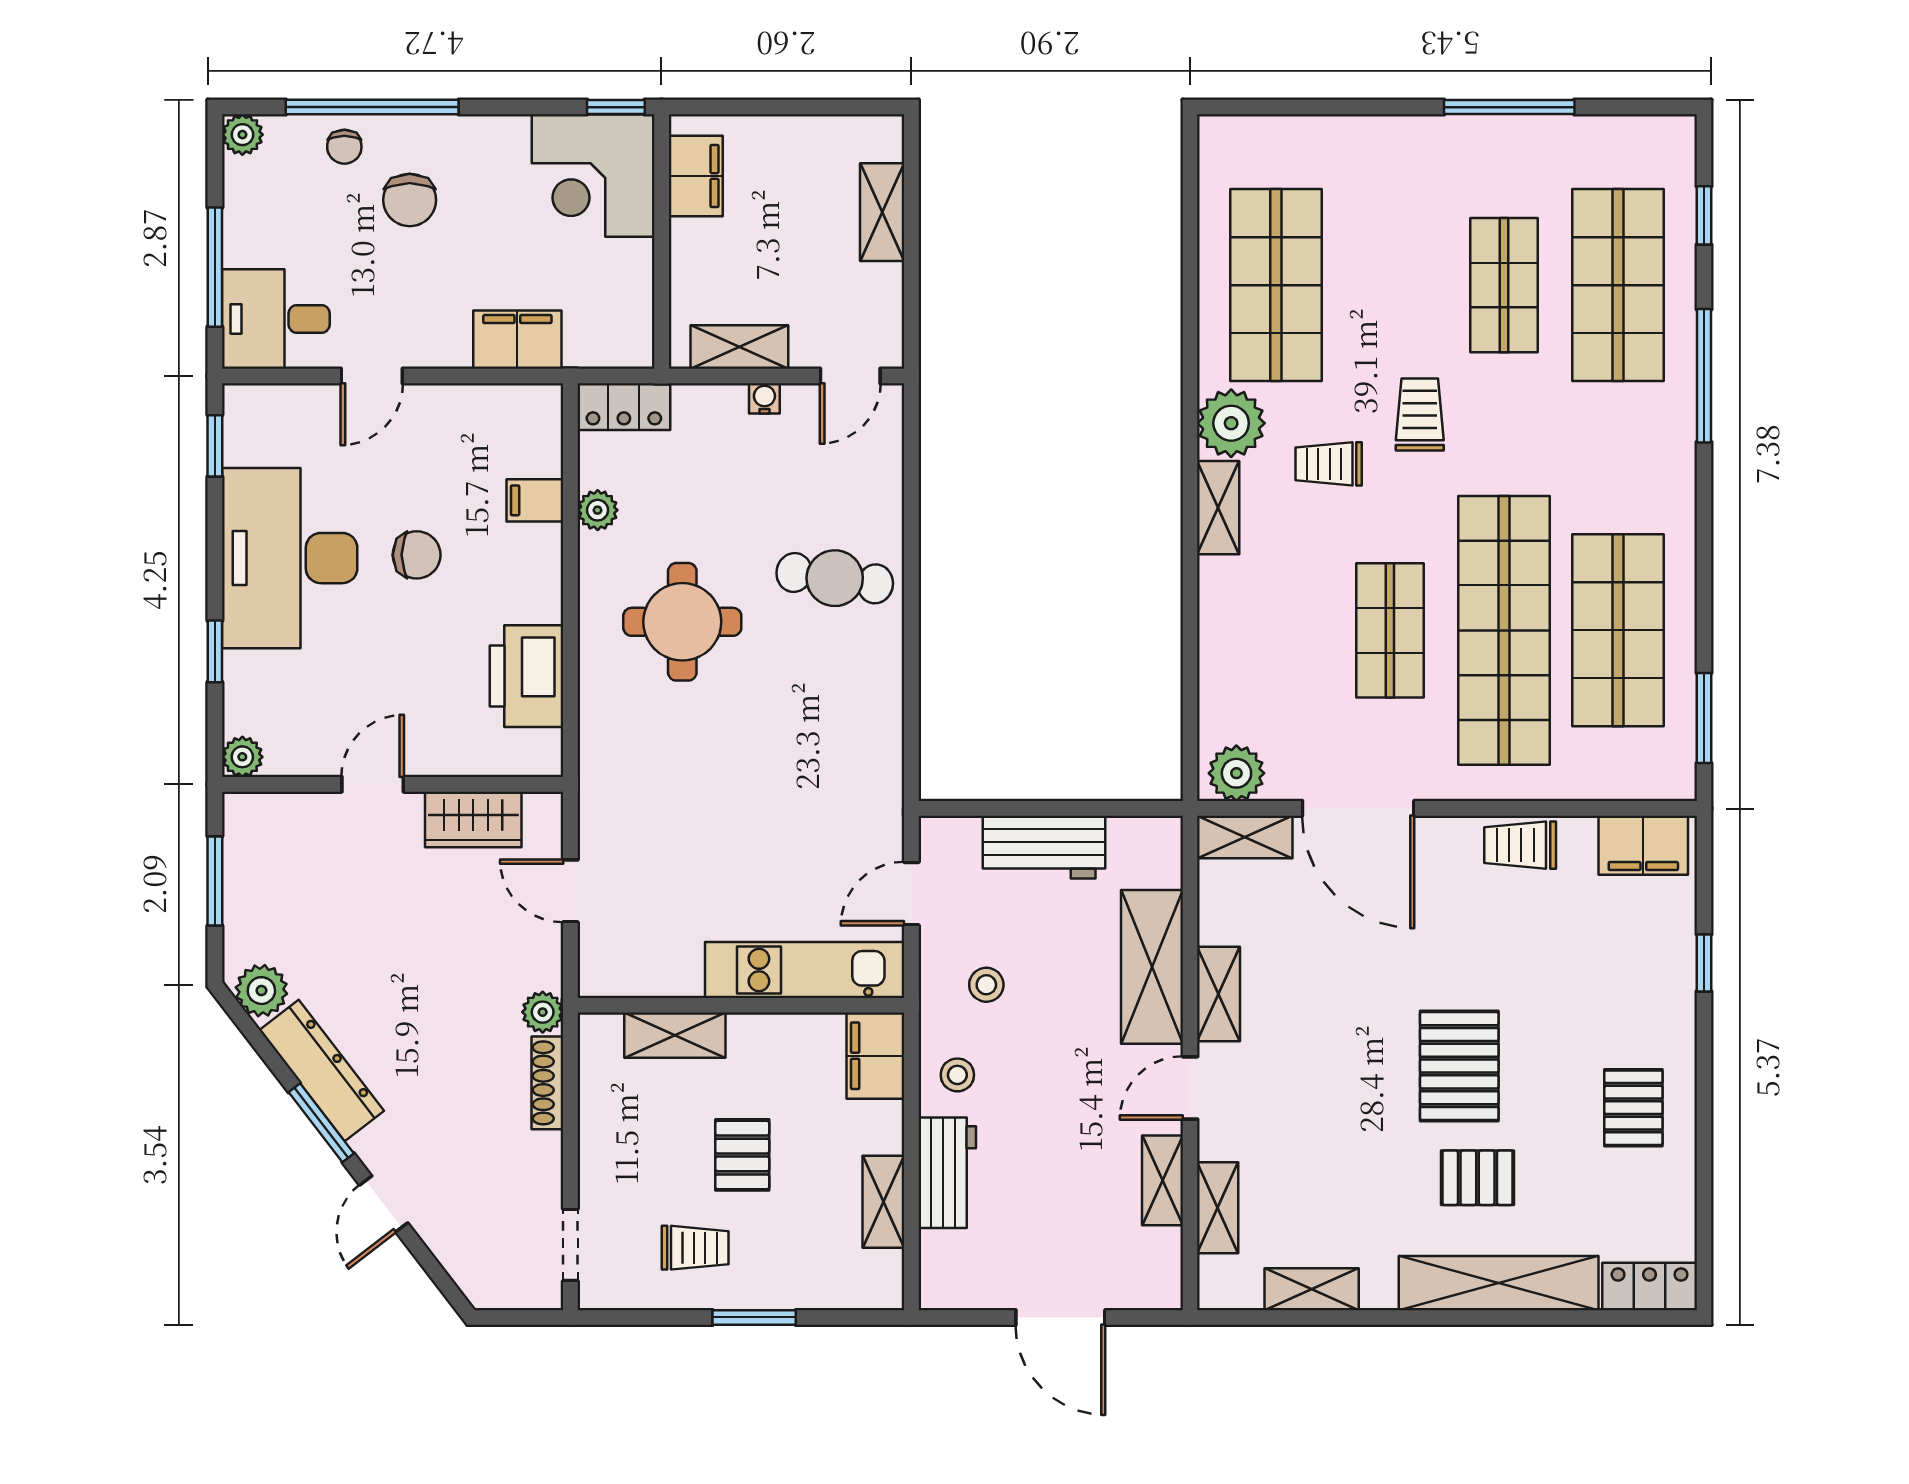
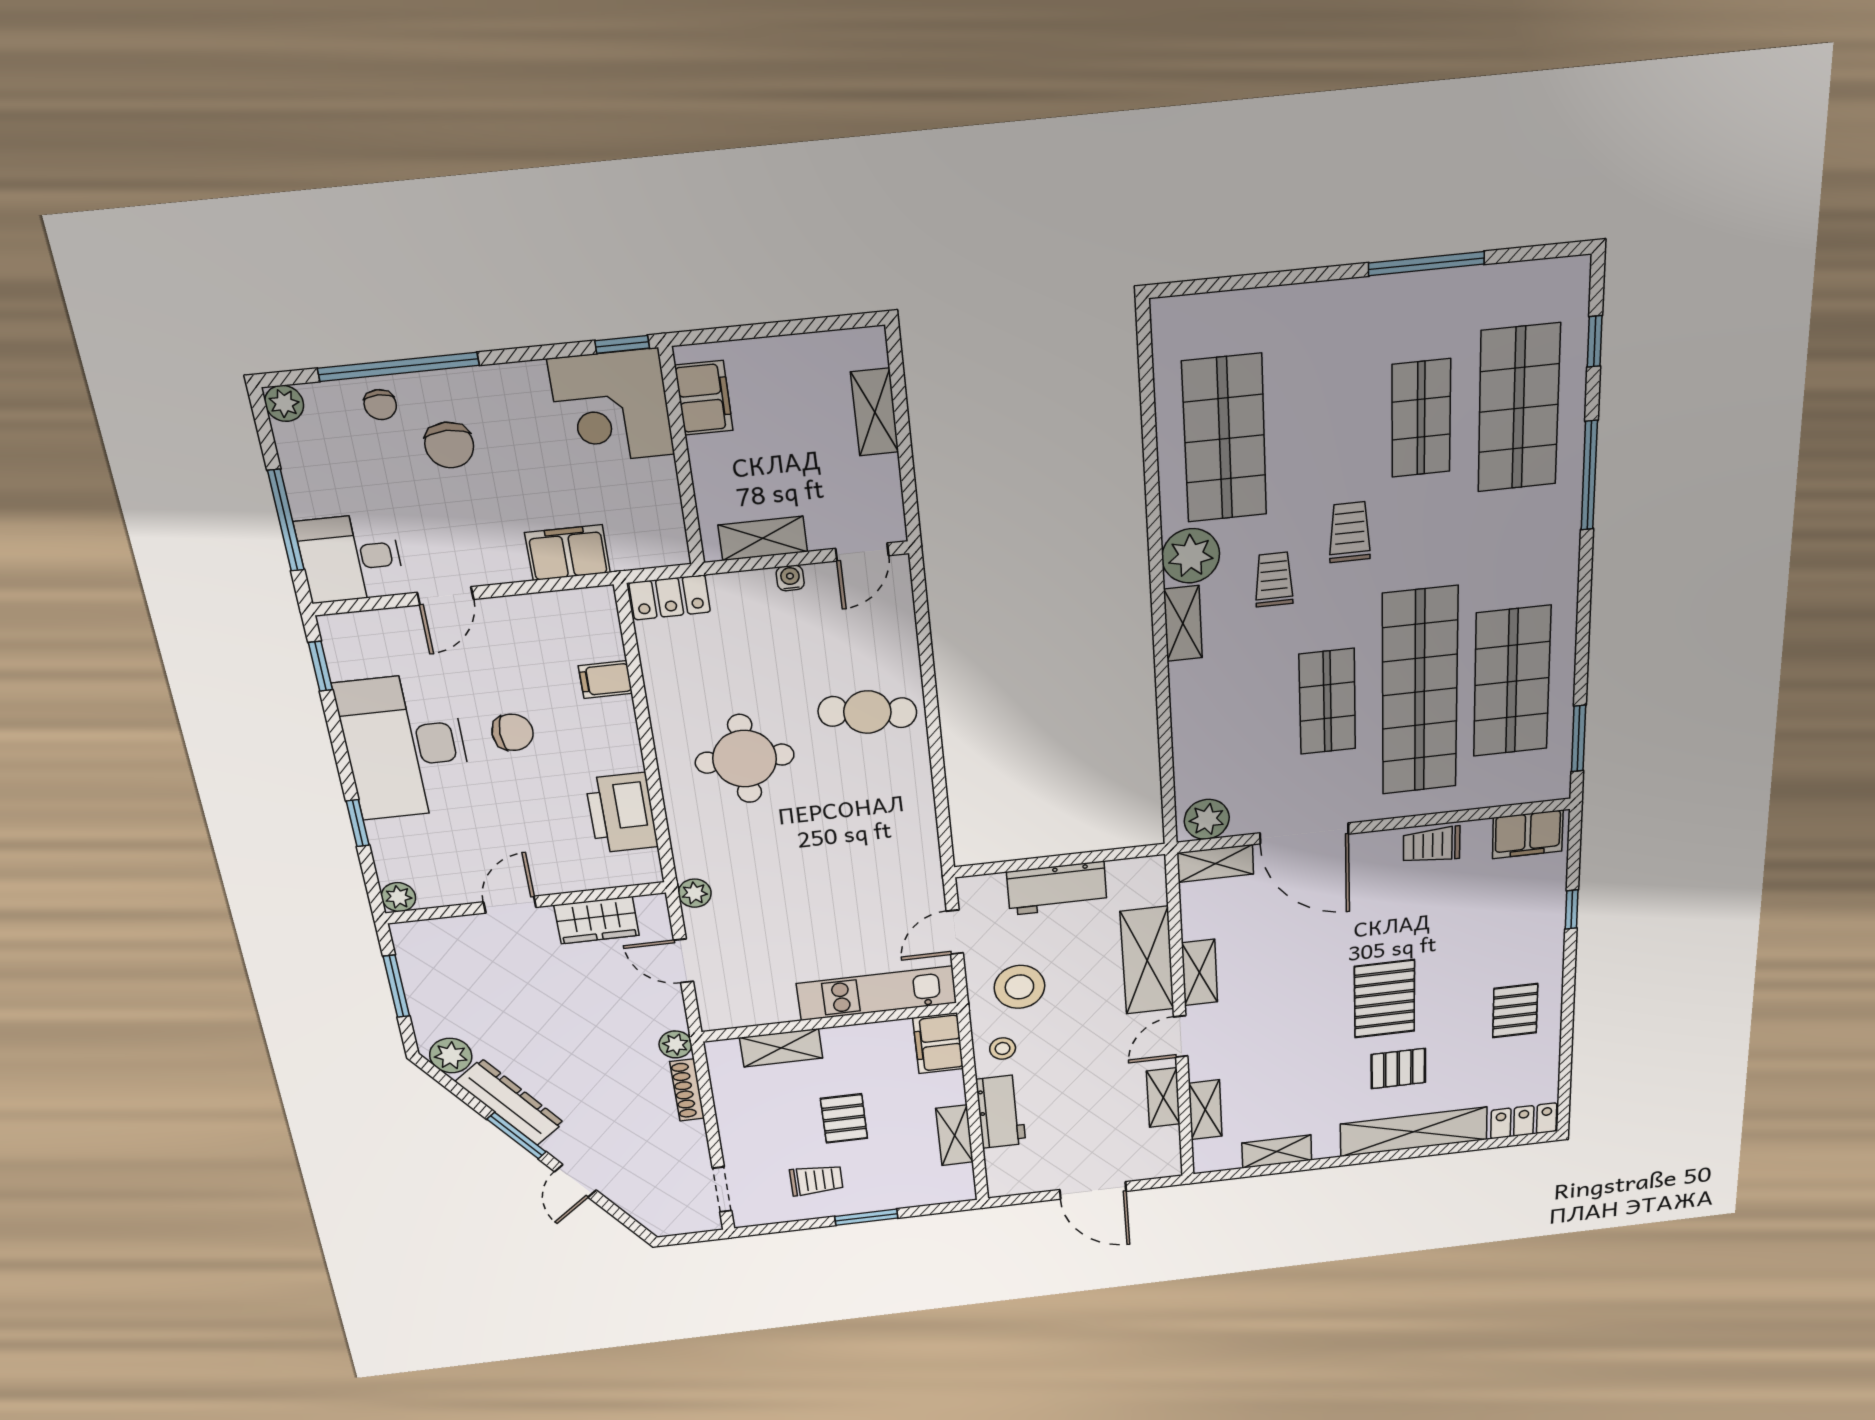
trolley: (1329, 464) -> (1274, 579), turned 90
plant: (598, 510) -> (695, 893), moved
stool: (986, 985) -> (1019, 987), width x1.89, depth x1.89

